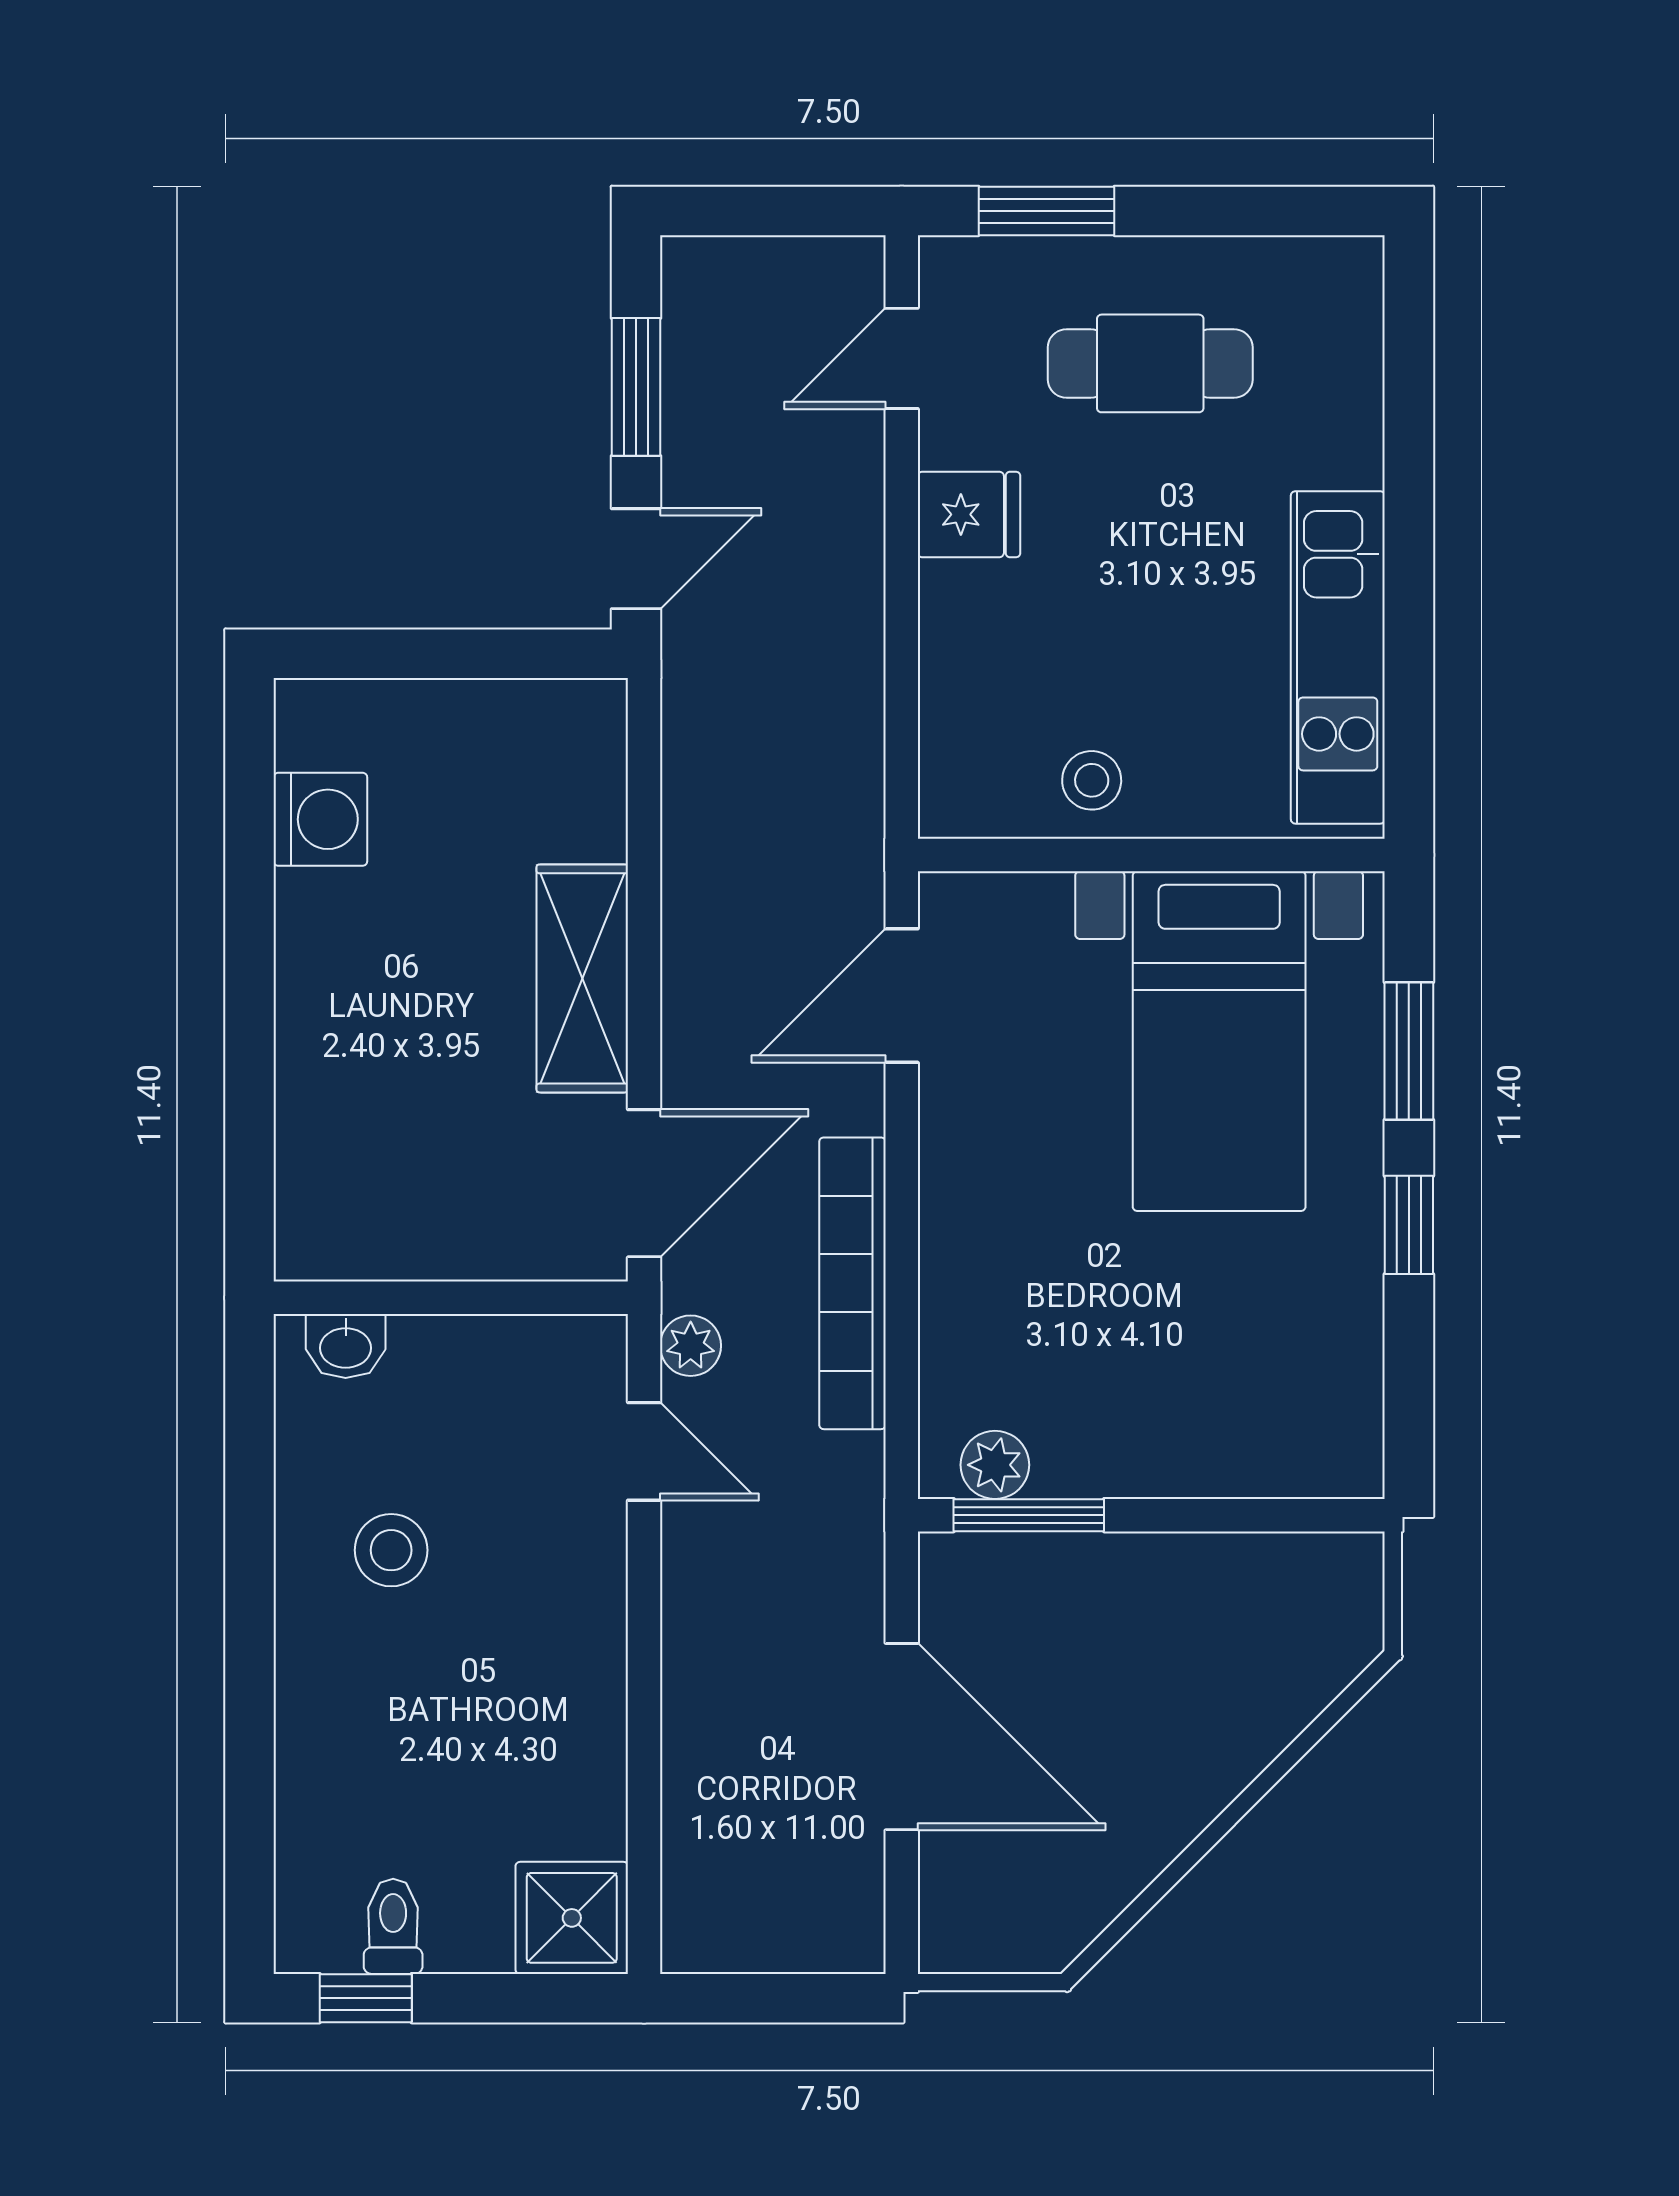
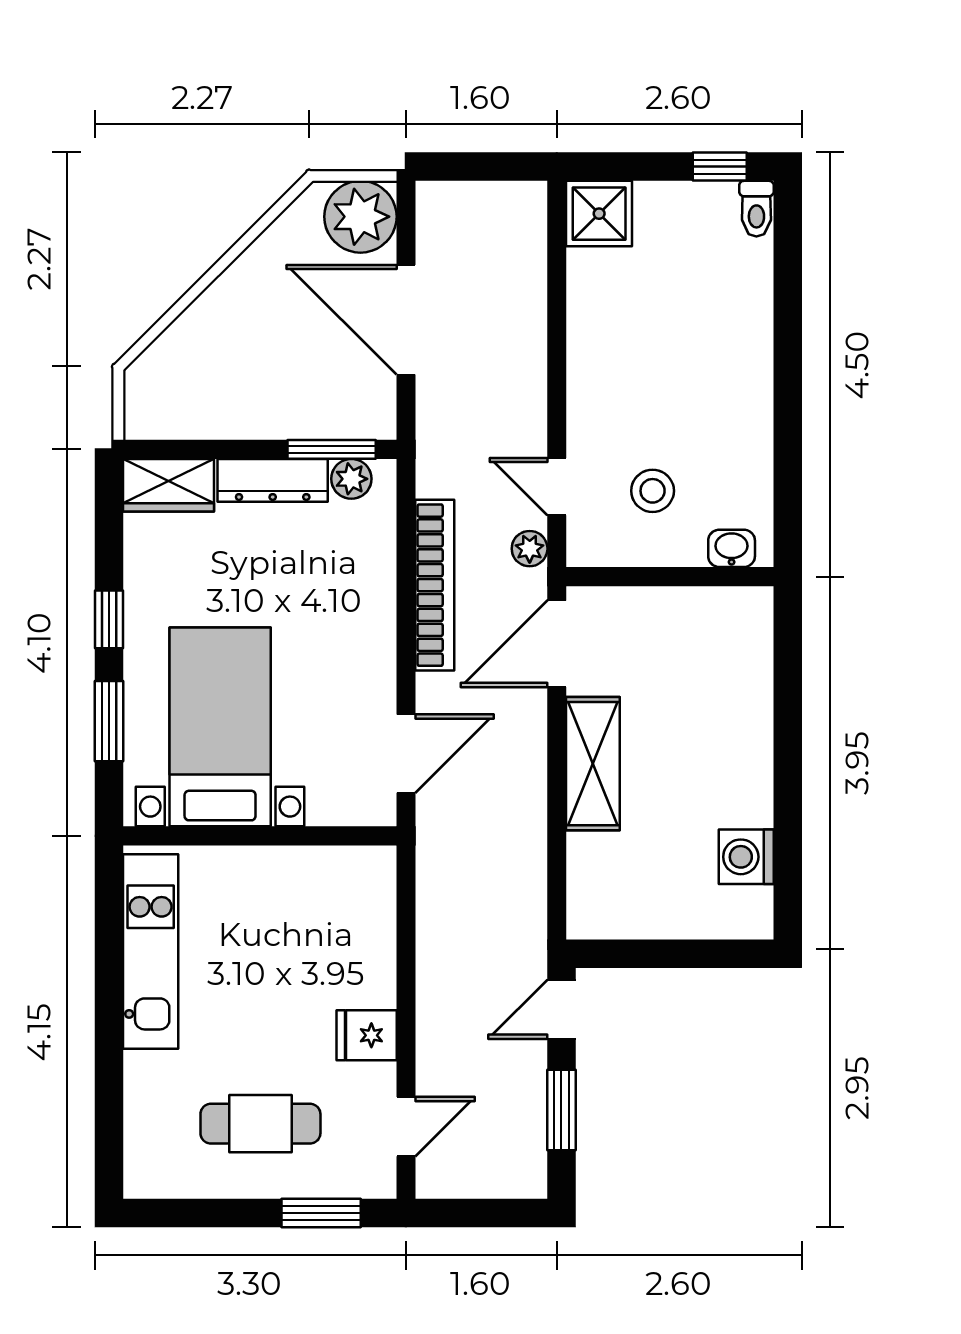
stool: (1092, 780) -> (295, 880), removed
wardrobe: (1307, 1454) -> (169, 485), added
dresser: (1129, 1462) -> (273, 480), added
stool: (391, 1550) -> (653, 491), moved
plant: (979, 1913) -> (360, 217), added
toilet: (393, 1926) -> (756, 209), moved

